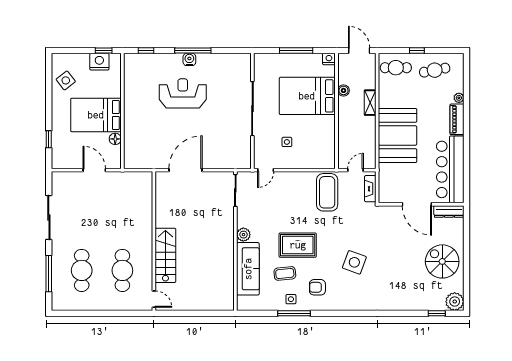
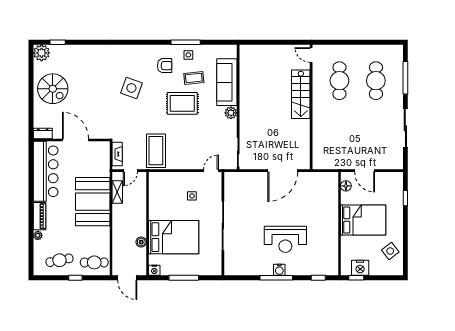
shelving: (370, 103) -> (117, 192), moved
floor lamp: (115, 139) -> (346, 186), moved
dresser: (449, 211) -> (43, 134), width x0.70

